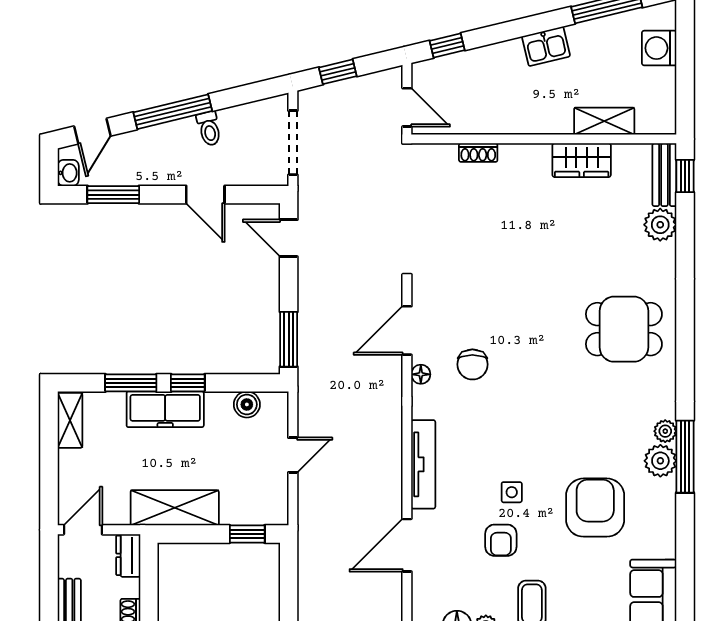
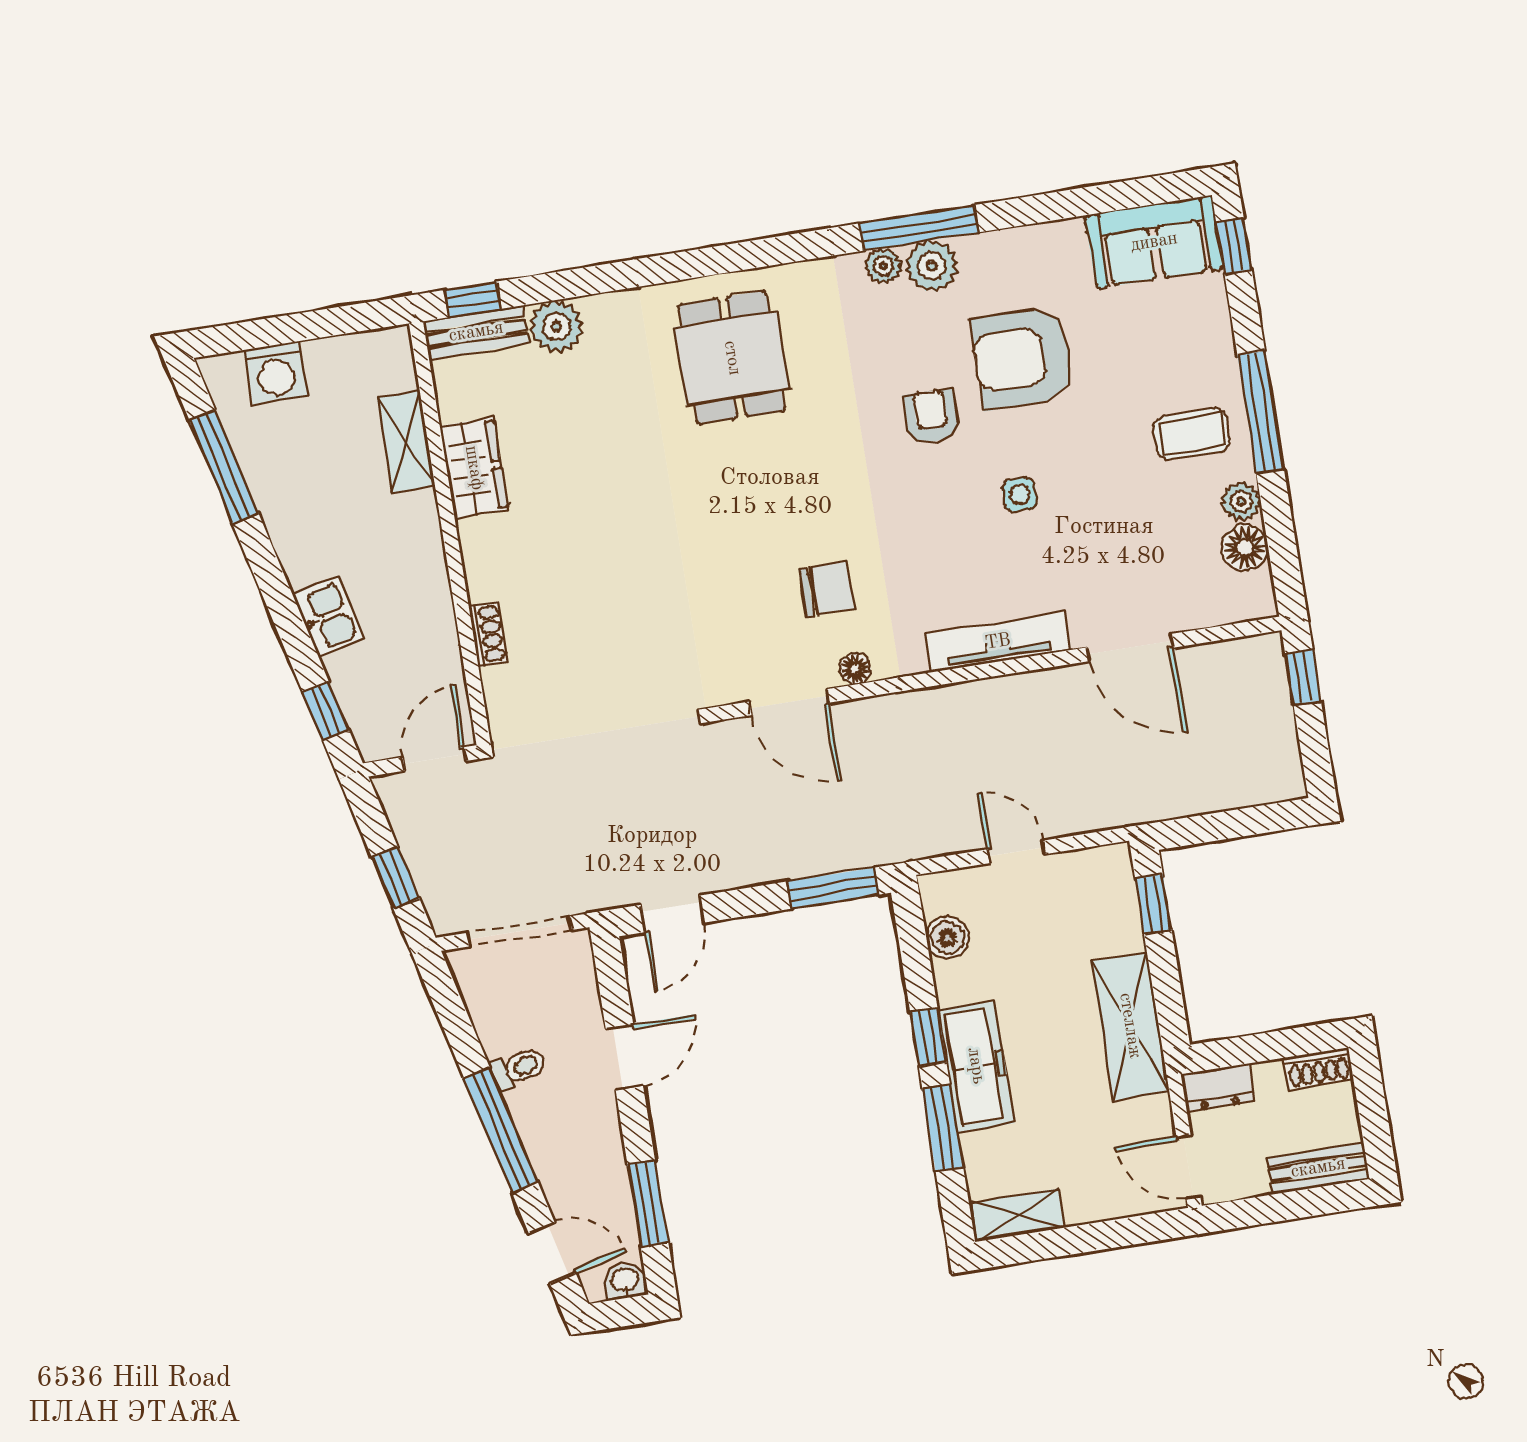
kitchen sink: (546, 46) -> (328, 617), moved
armchair: (501, 540) -> (931, 416), moved, turned -90

